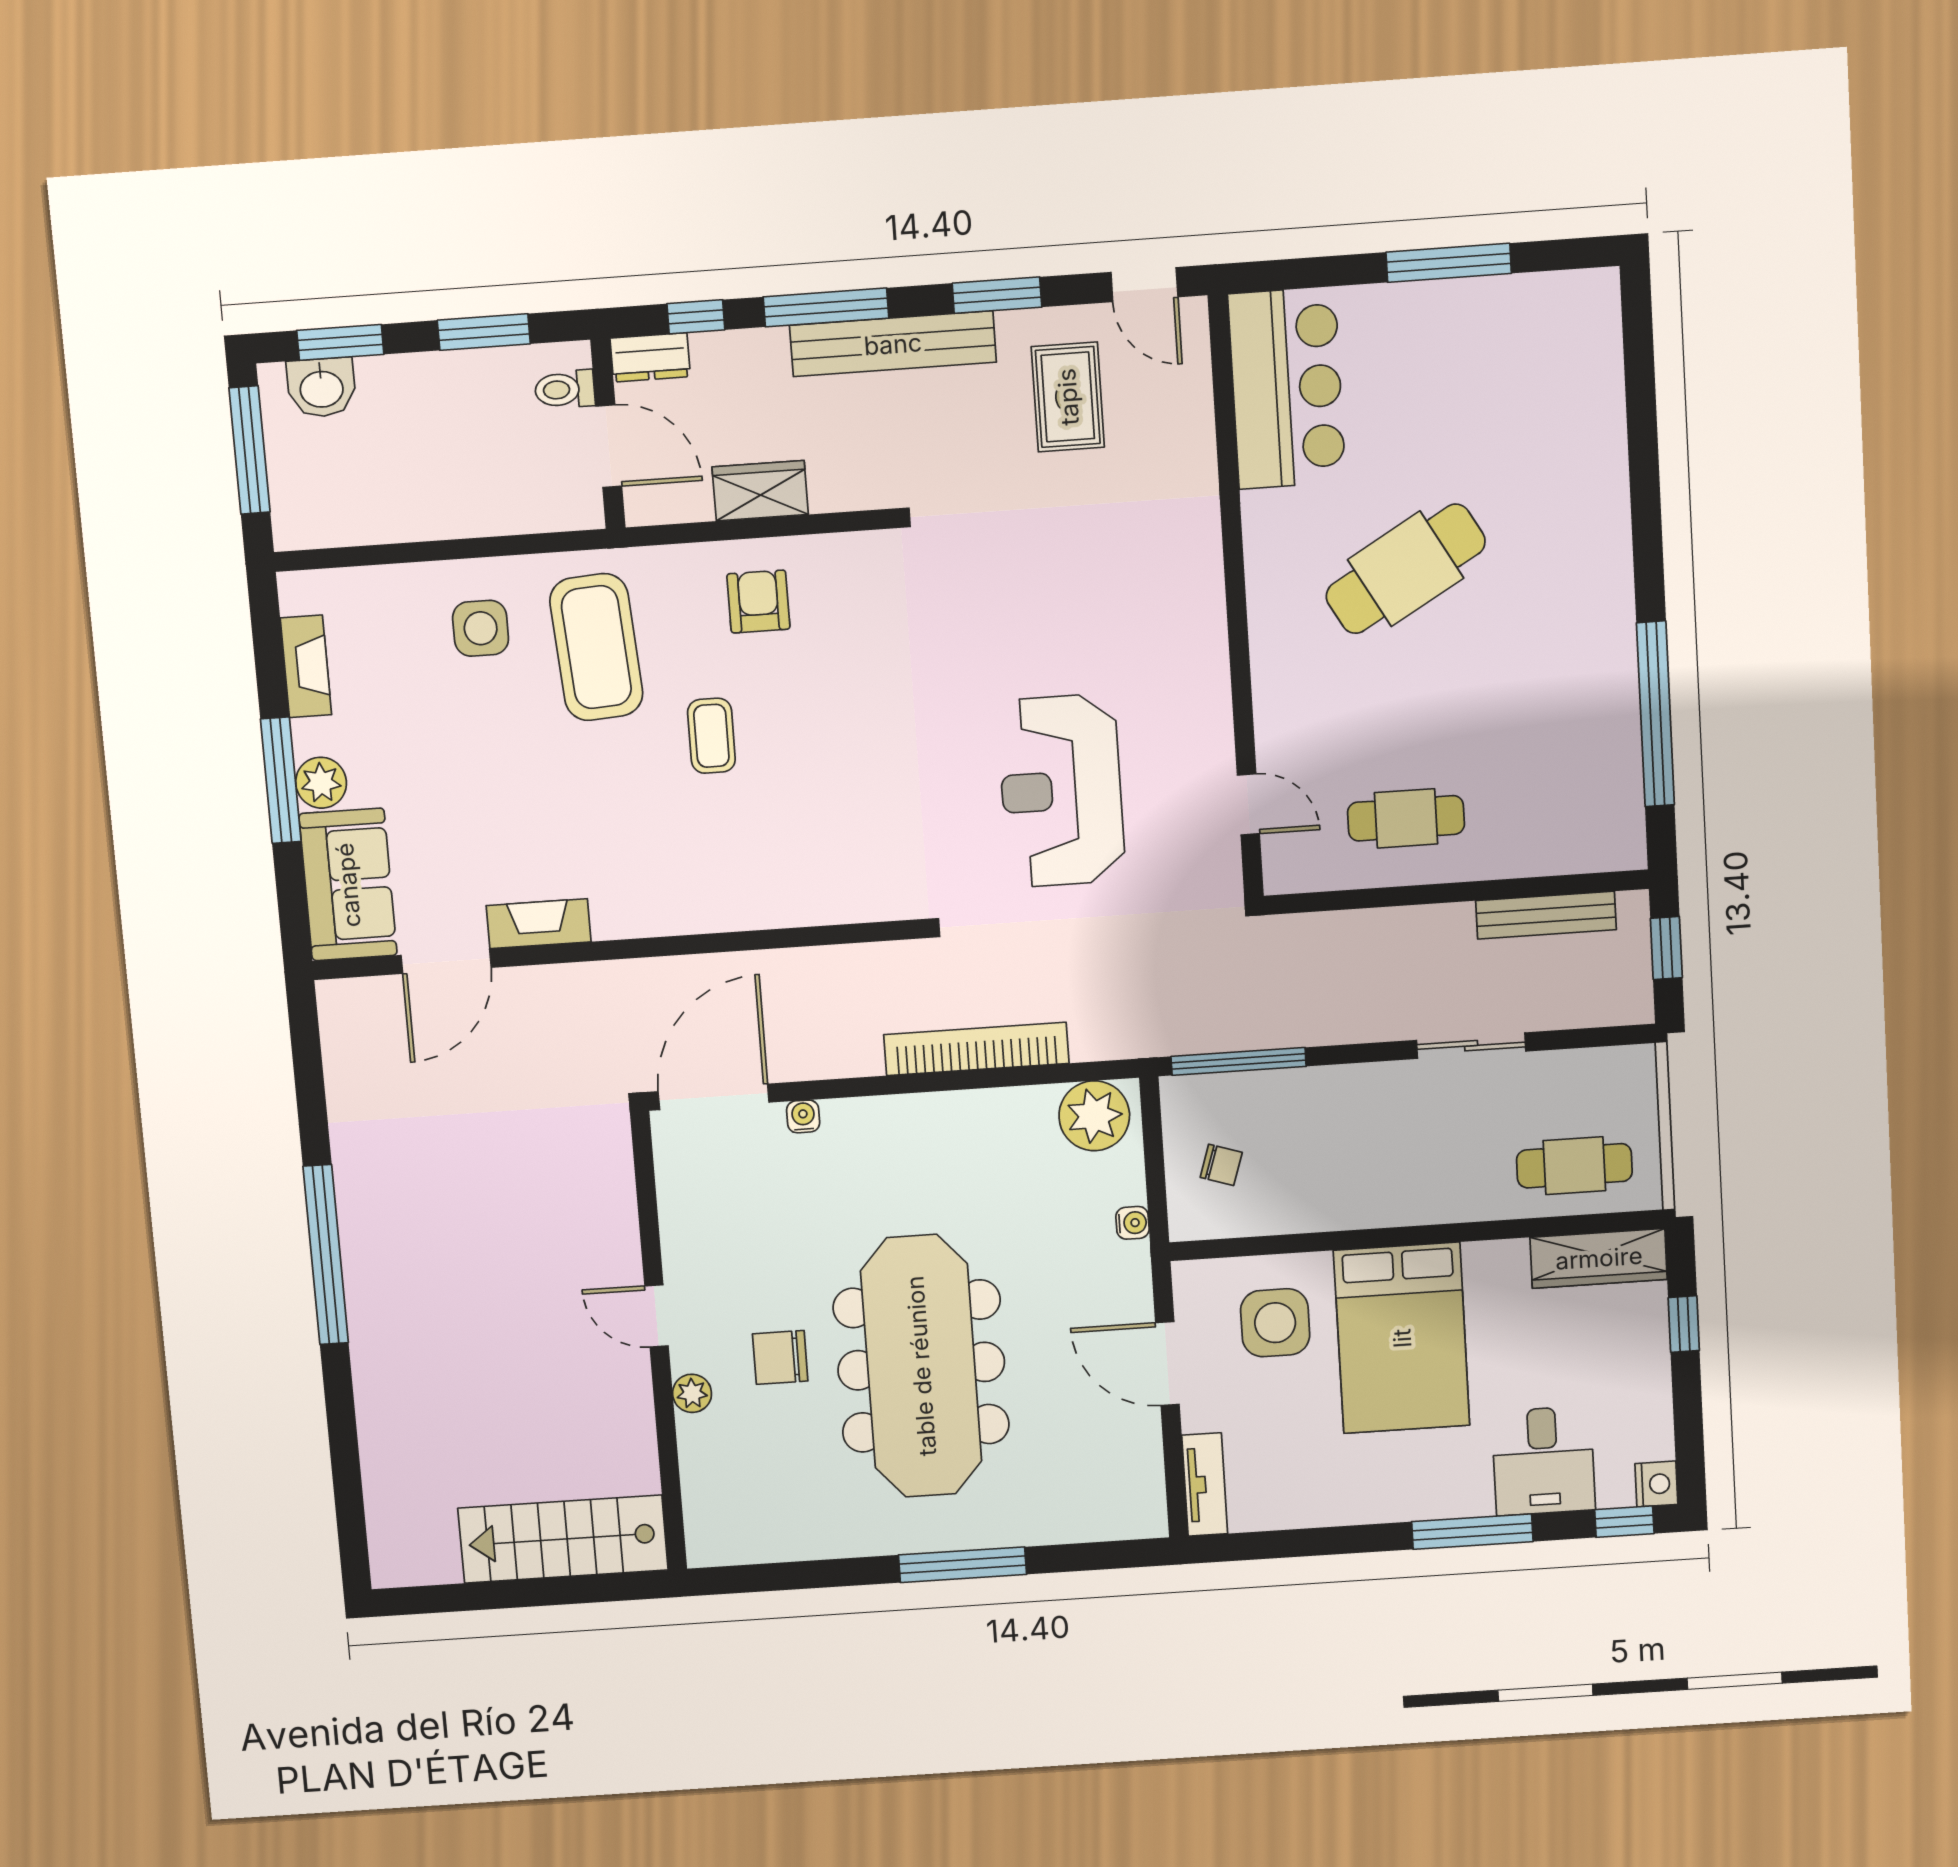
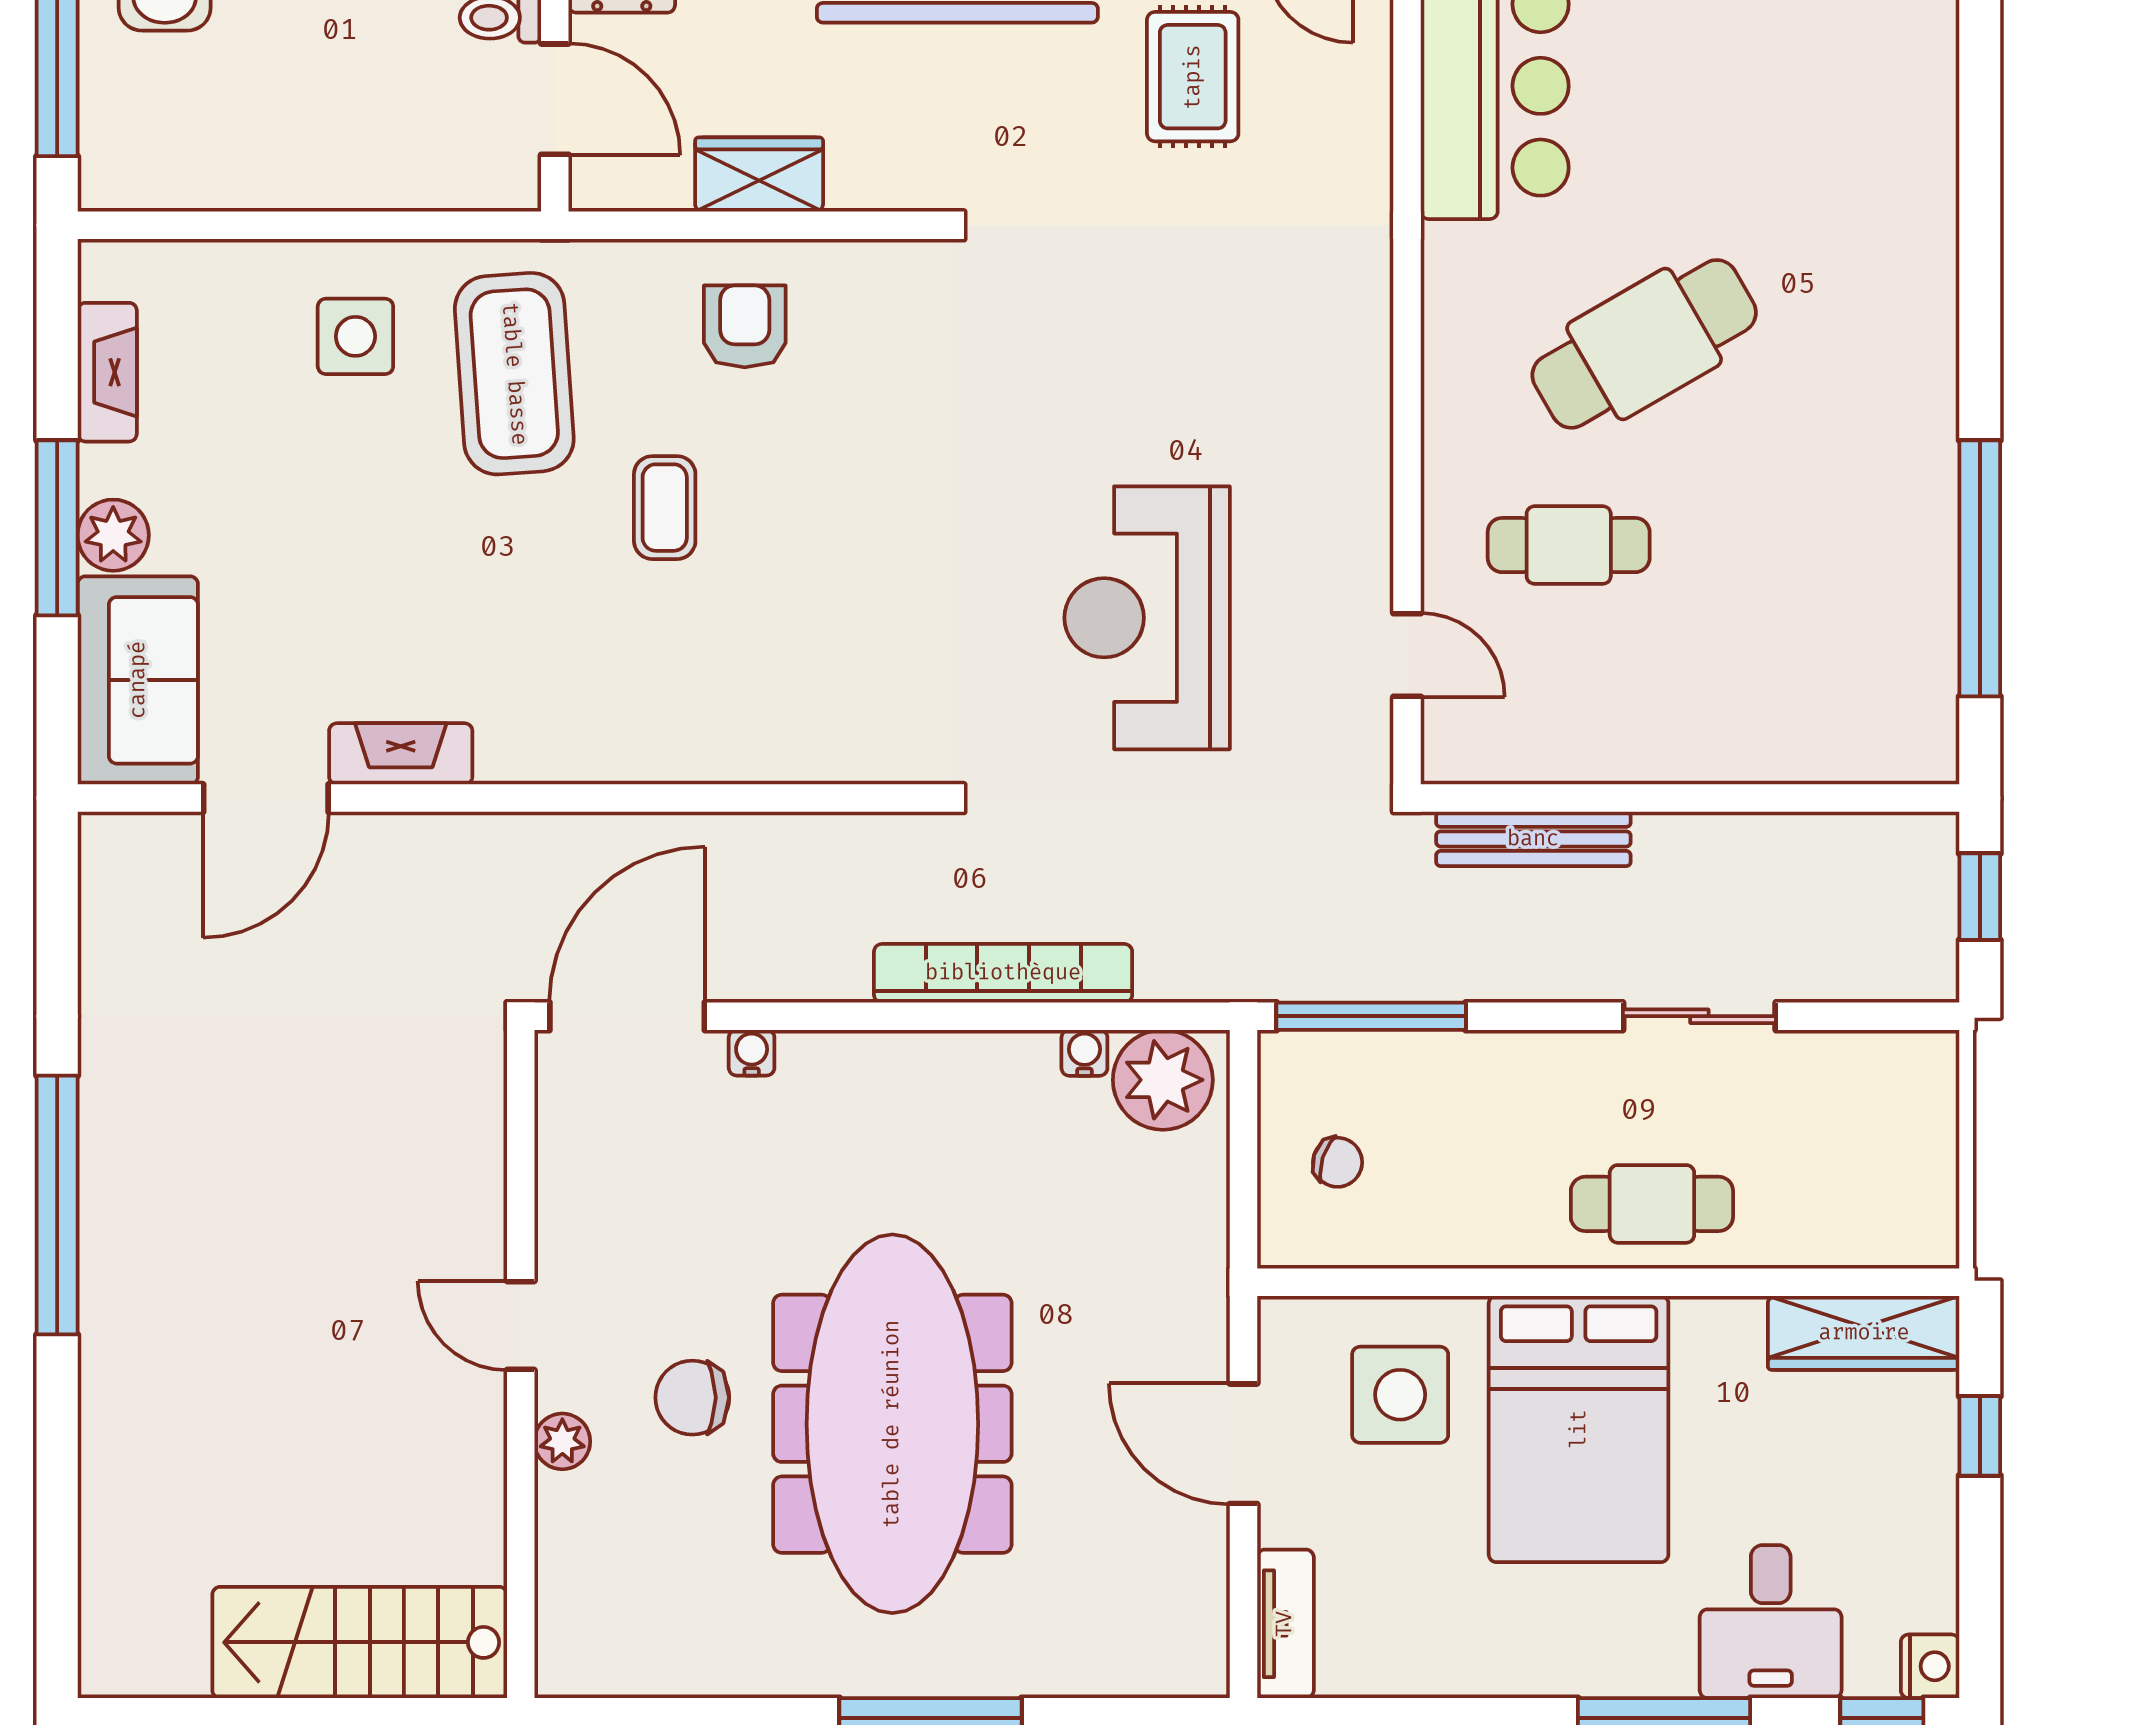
cafe table: (1406, 818) -> (1569, 545), moved
bench: (1546, 915) -> (1533, 839), moved
cafe table: (1574, 1166) -> (1652, 1204), moved
water cooler: (1132, 1223) -> (1084, 1053), moved, turned -90

